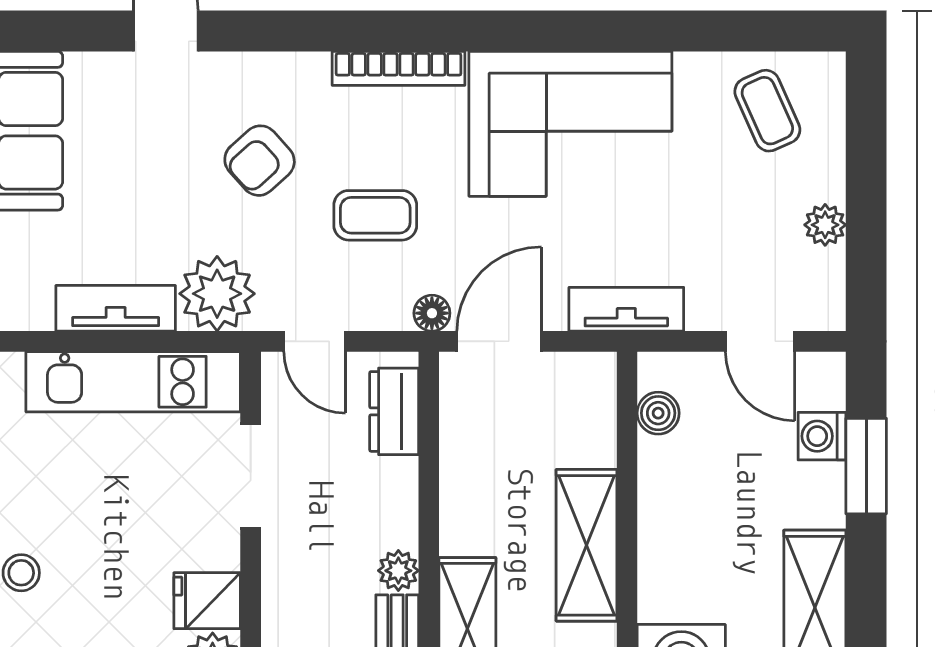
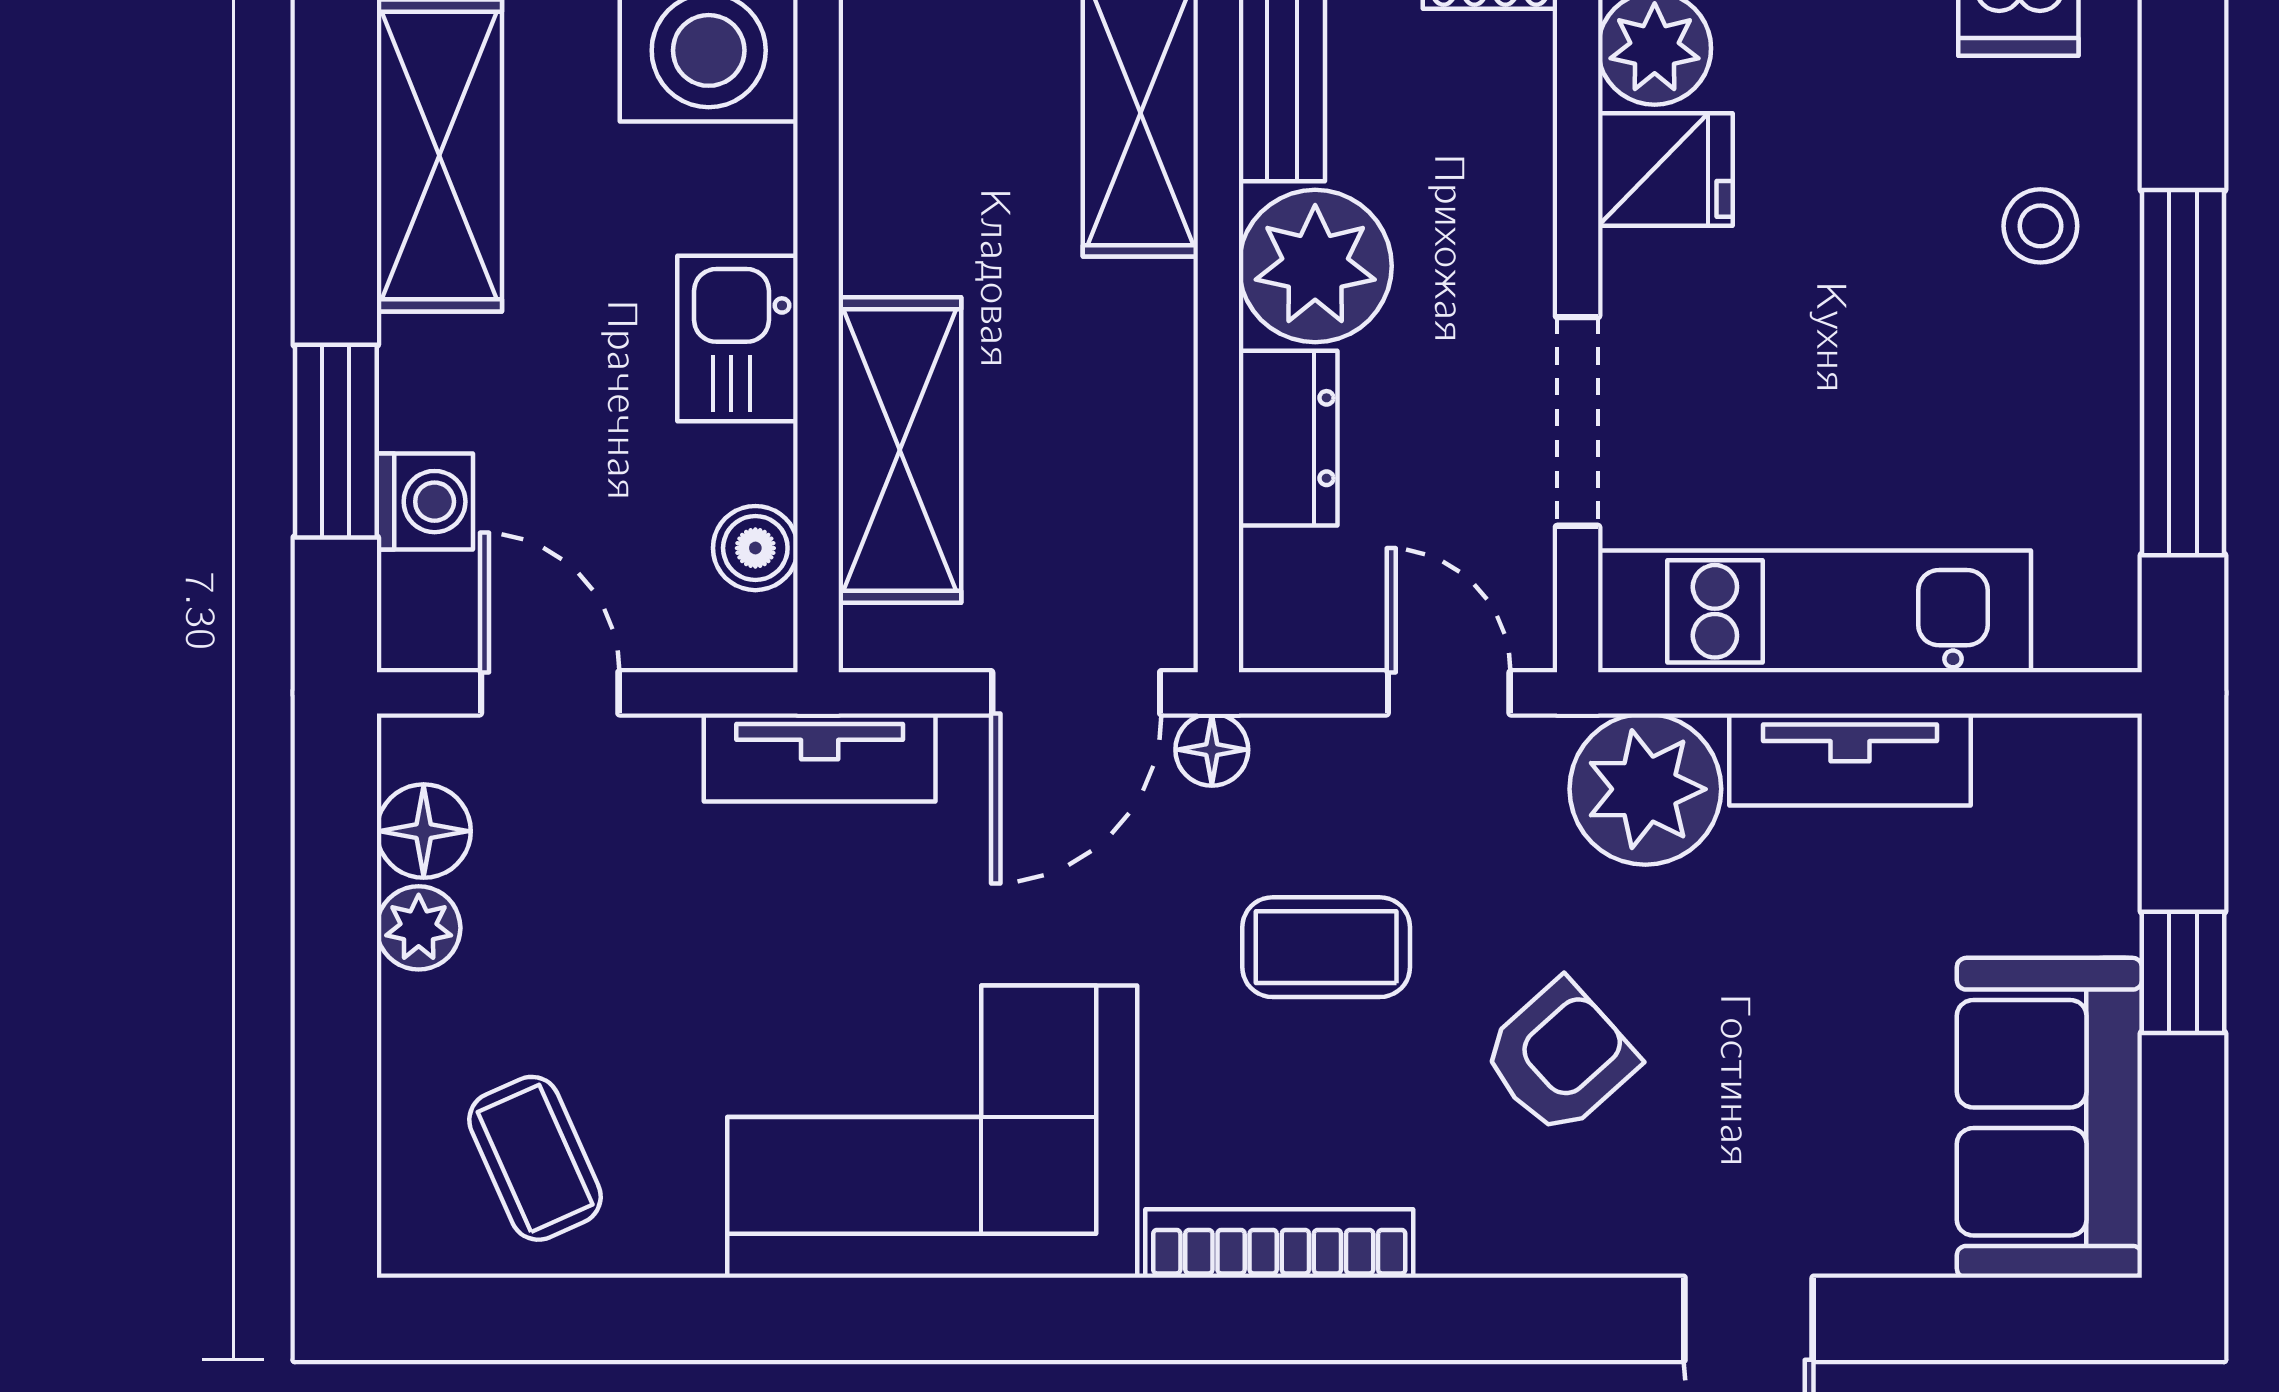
floor lamp: (823, 273) -> (424, 831), added
dresser: (394, 411) -> (1288, 438), moved
kitchen sink: (667, 517) -> (738, 339), added
shelving: (587, 545) -> (900, 450), moved
plant: (398, 571) -> (1315, 266), width x1.88, depth x1.88

